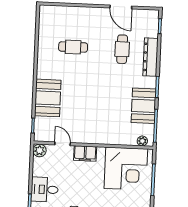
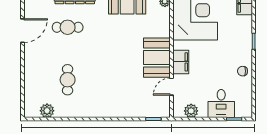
plant: (45, 27) -> (47, 111), added
booth: (48, 98) -> (157, 58), moved, turned 90
plant: (40, 150) -> (191, 111), moved

